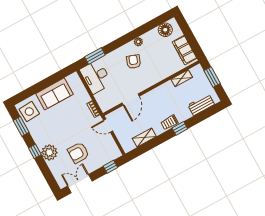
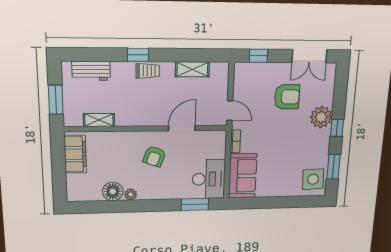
floor lamp: (165, 30) -> (113, 191), moved
armchair: (134, 62) -> (154, 156), moved
sofa: (54, 94) -> (243, 176), moved, turned 90

